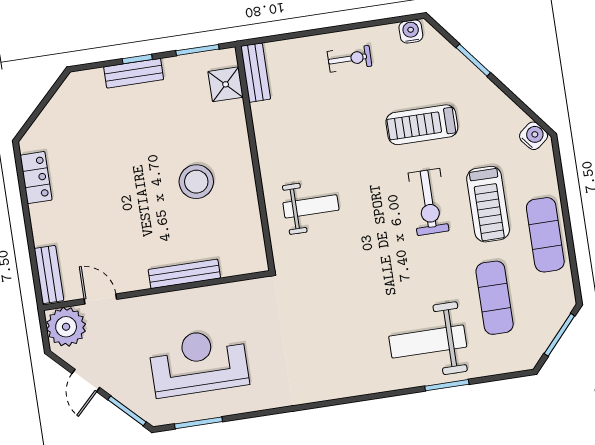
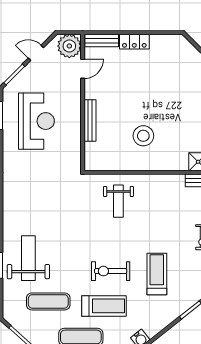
locker: (36, 178) -> (134, 42), moved
treadmill: (488, 204) -> (104, 306), turned 180

